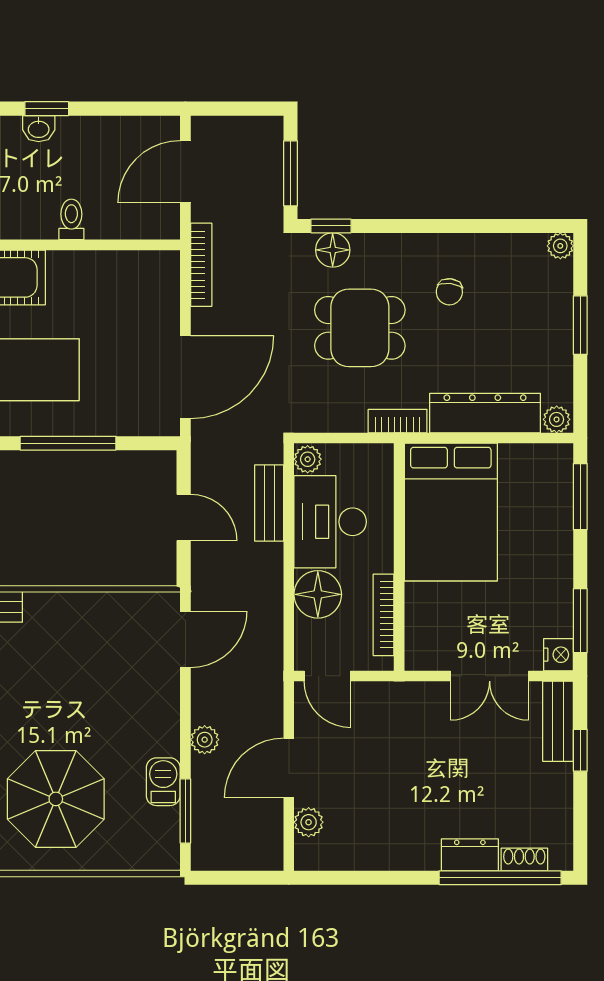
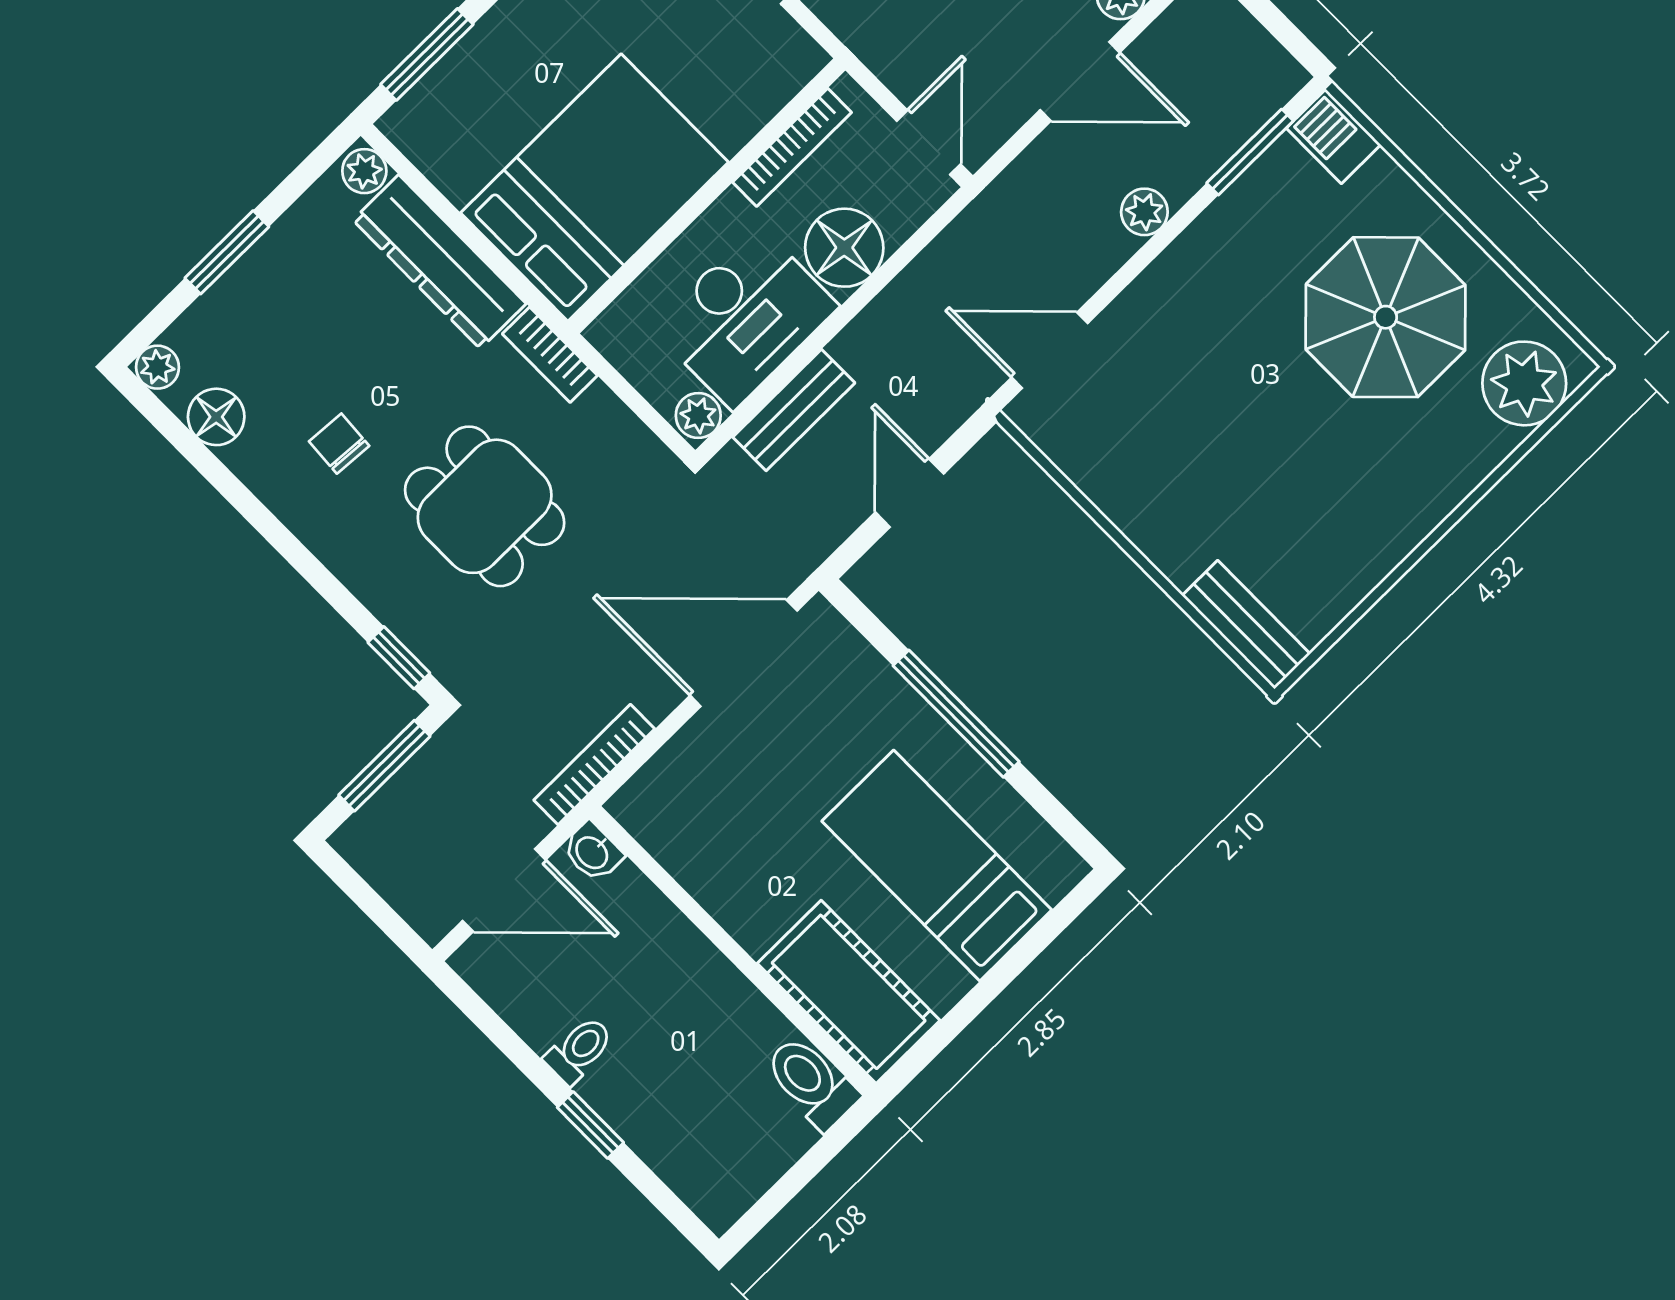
washbasin: (39, 129) -> (593, 852), moved, turned 180
toilet: (71, 219) -> (579, 1050), moved, turned 180
floor lamp: (333, 250) -> (216, 417), moved
chair: (449, 292) -> (339, 444), turned -93
barbecue: (163, 782) -> (1334, 136), moved, turned 90

